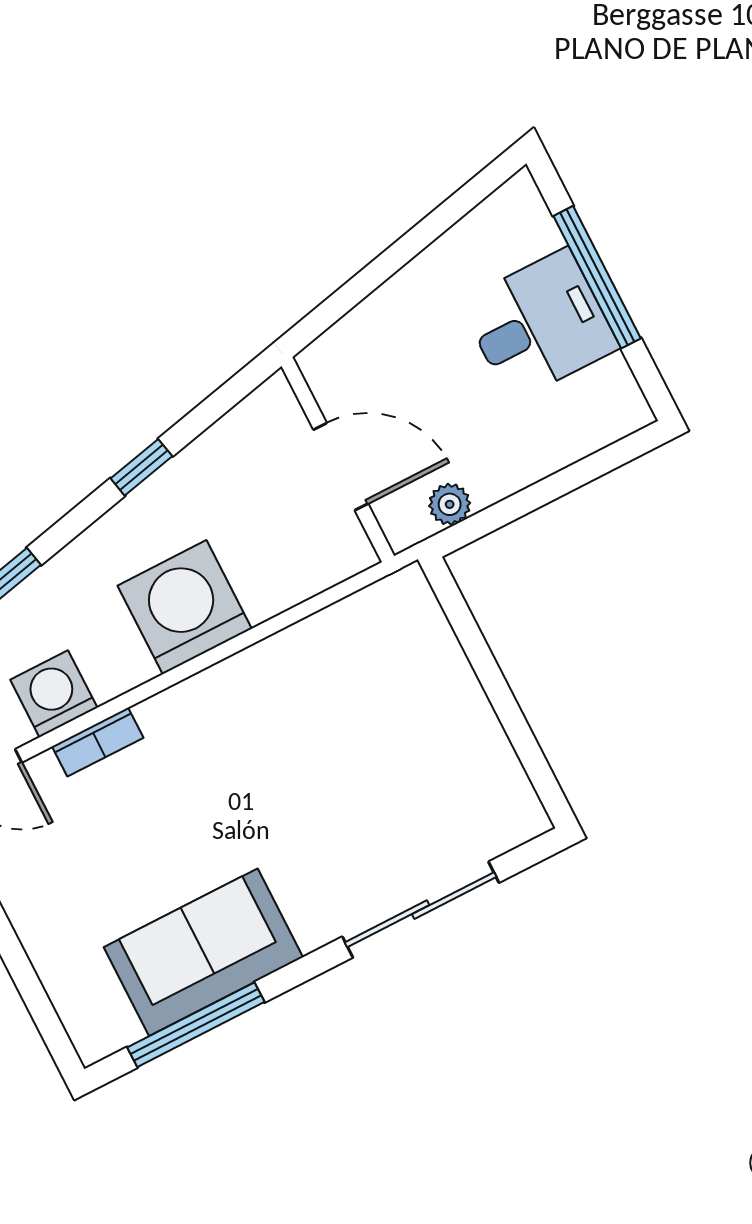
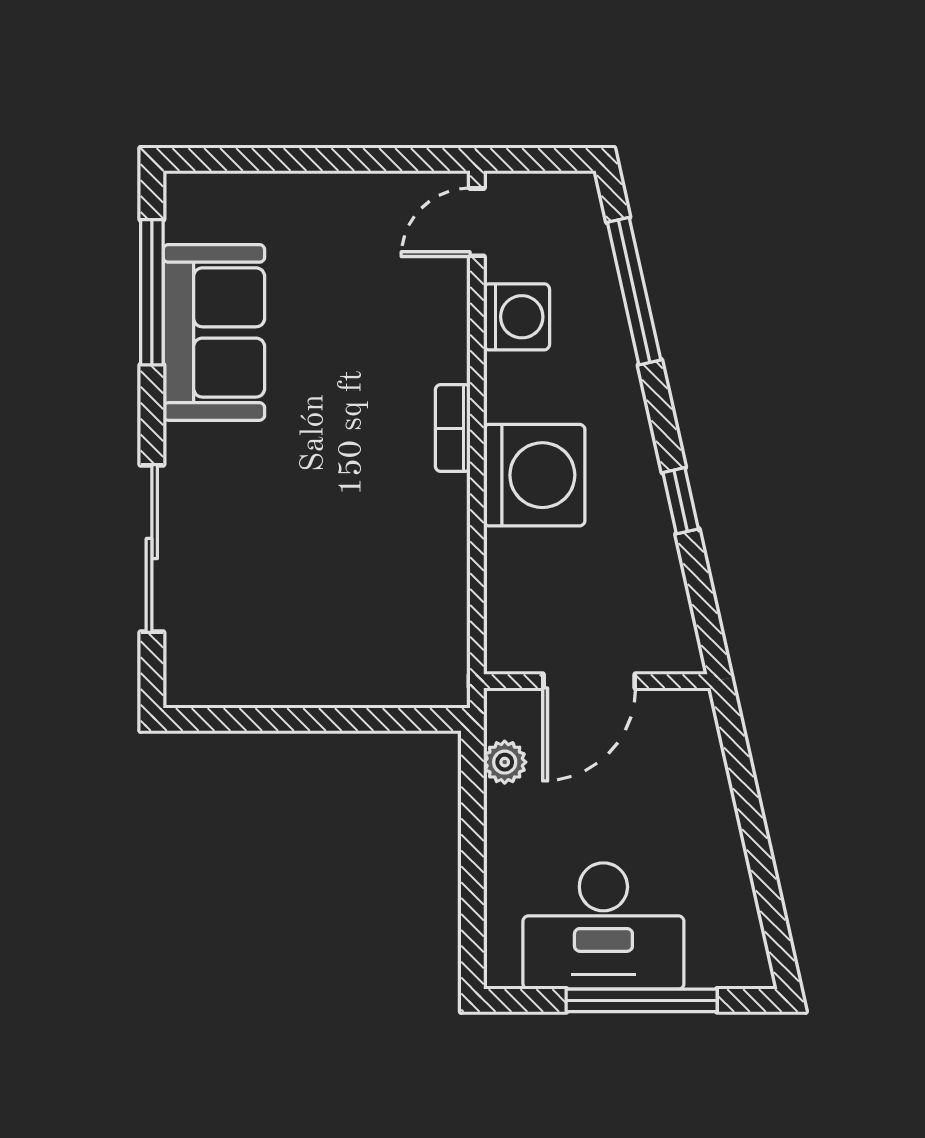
desk: (539, 325) -> (603, 926), width x1.37
bookcase: (98, 742) -> (453, 428), moved

